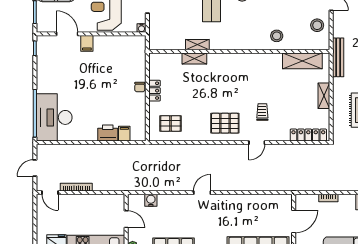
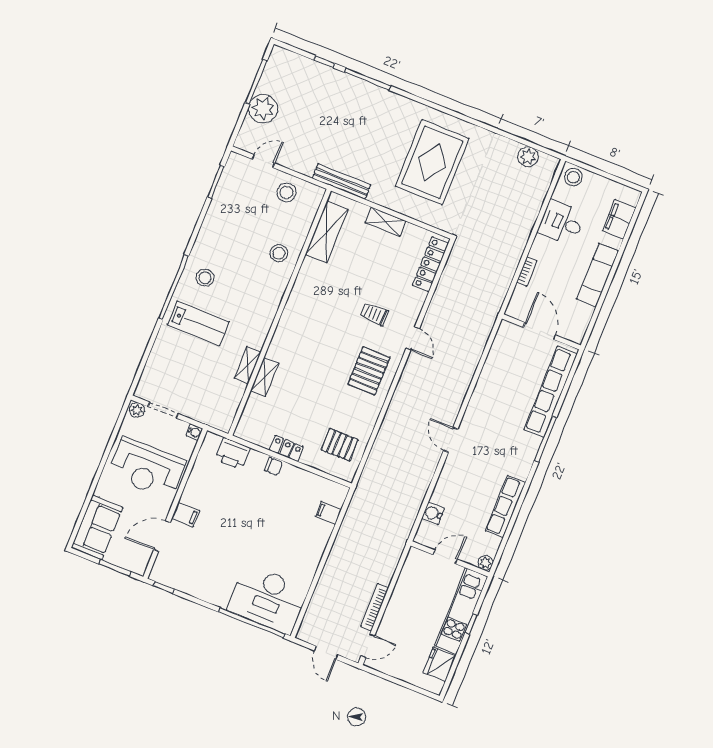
pallet: (171, 123) -> (340, 445), turned 90
printer: (108, 133) -> (233, 453), moved, turned -90

